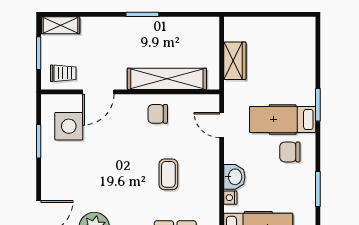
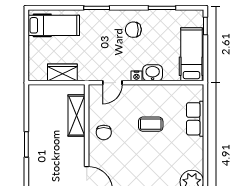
shelving: (167, 79) -> (76, 116), width x0.68
hospital bed: (283, 119) -> (54, 25), moved, turned -90
chair: (290, 152) -> (133, 30), turned 90
nightstand: (230, 198) -> (136, 76), moved

